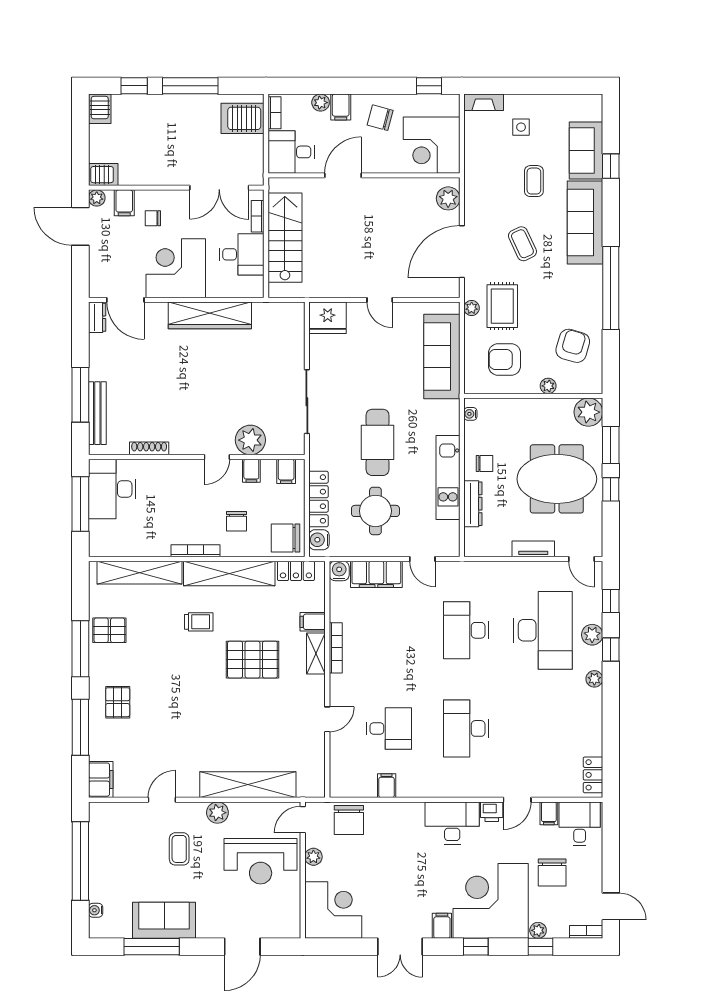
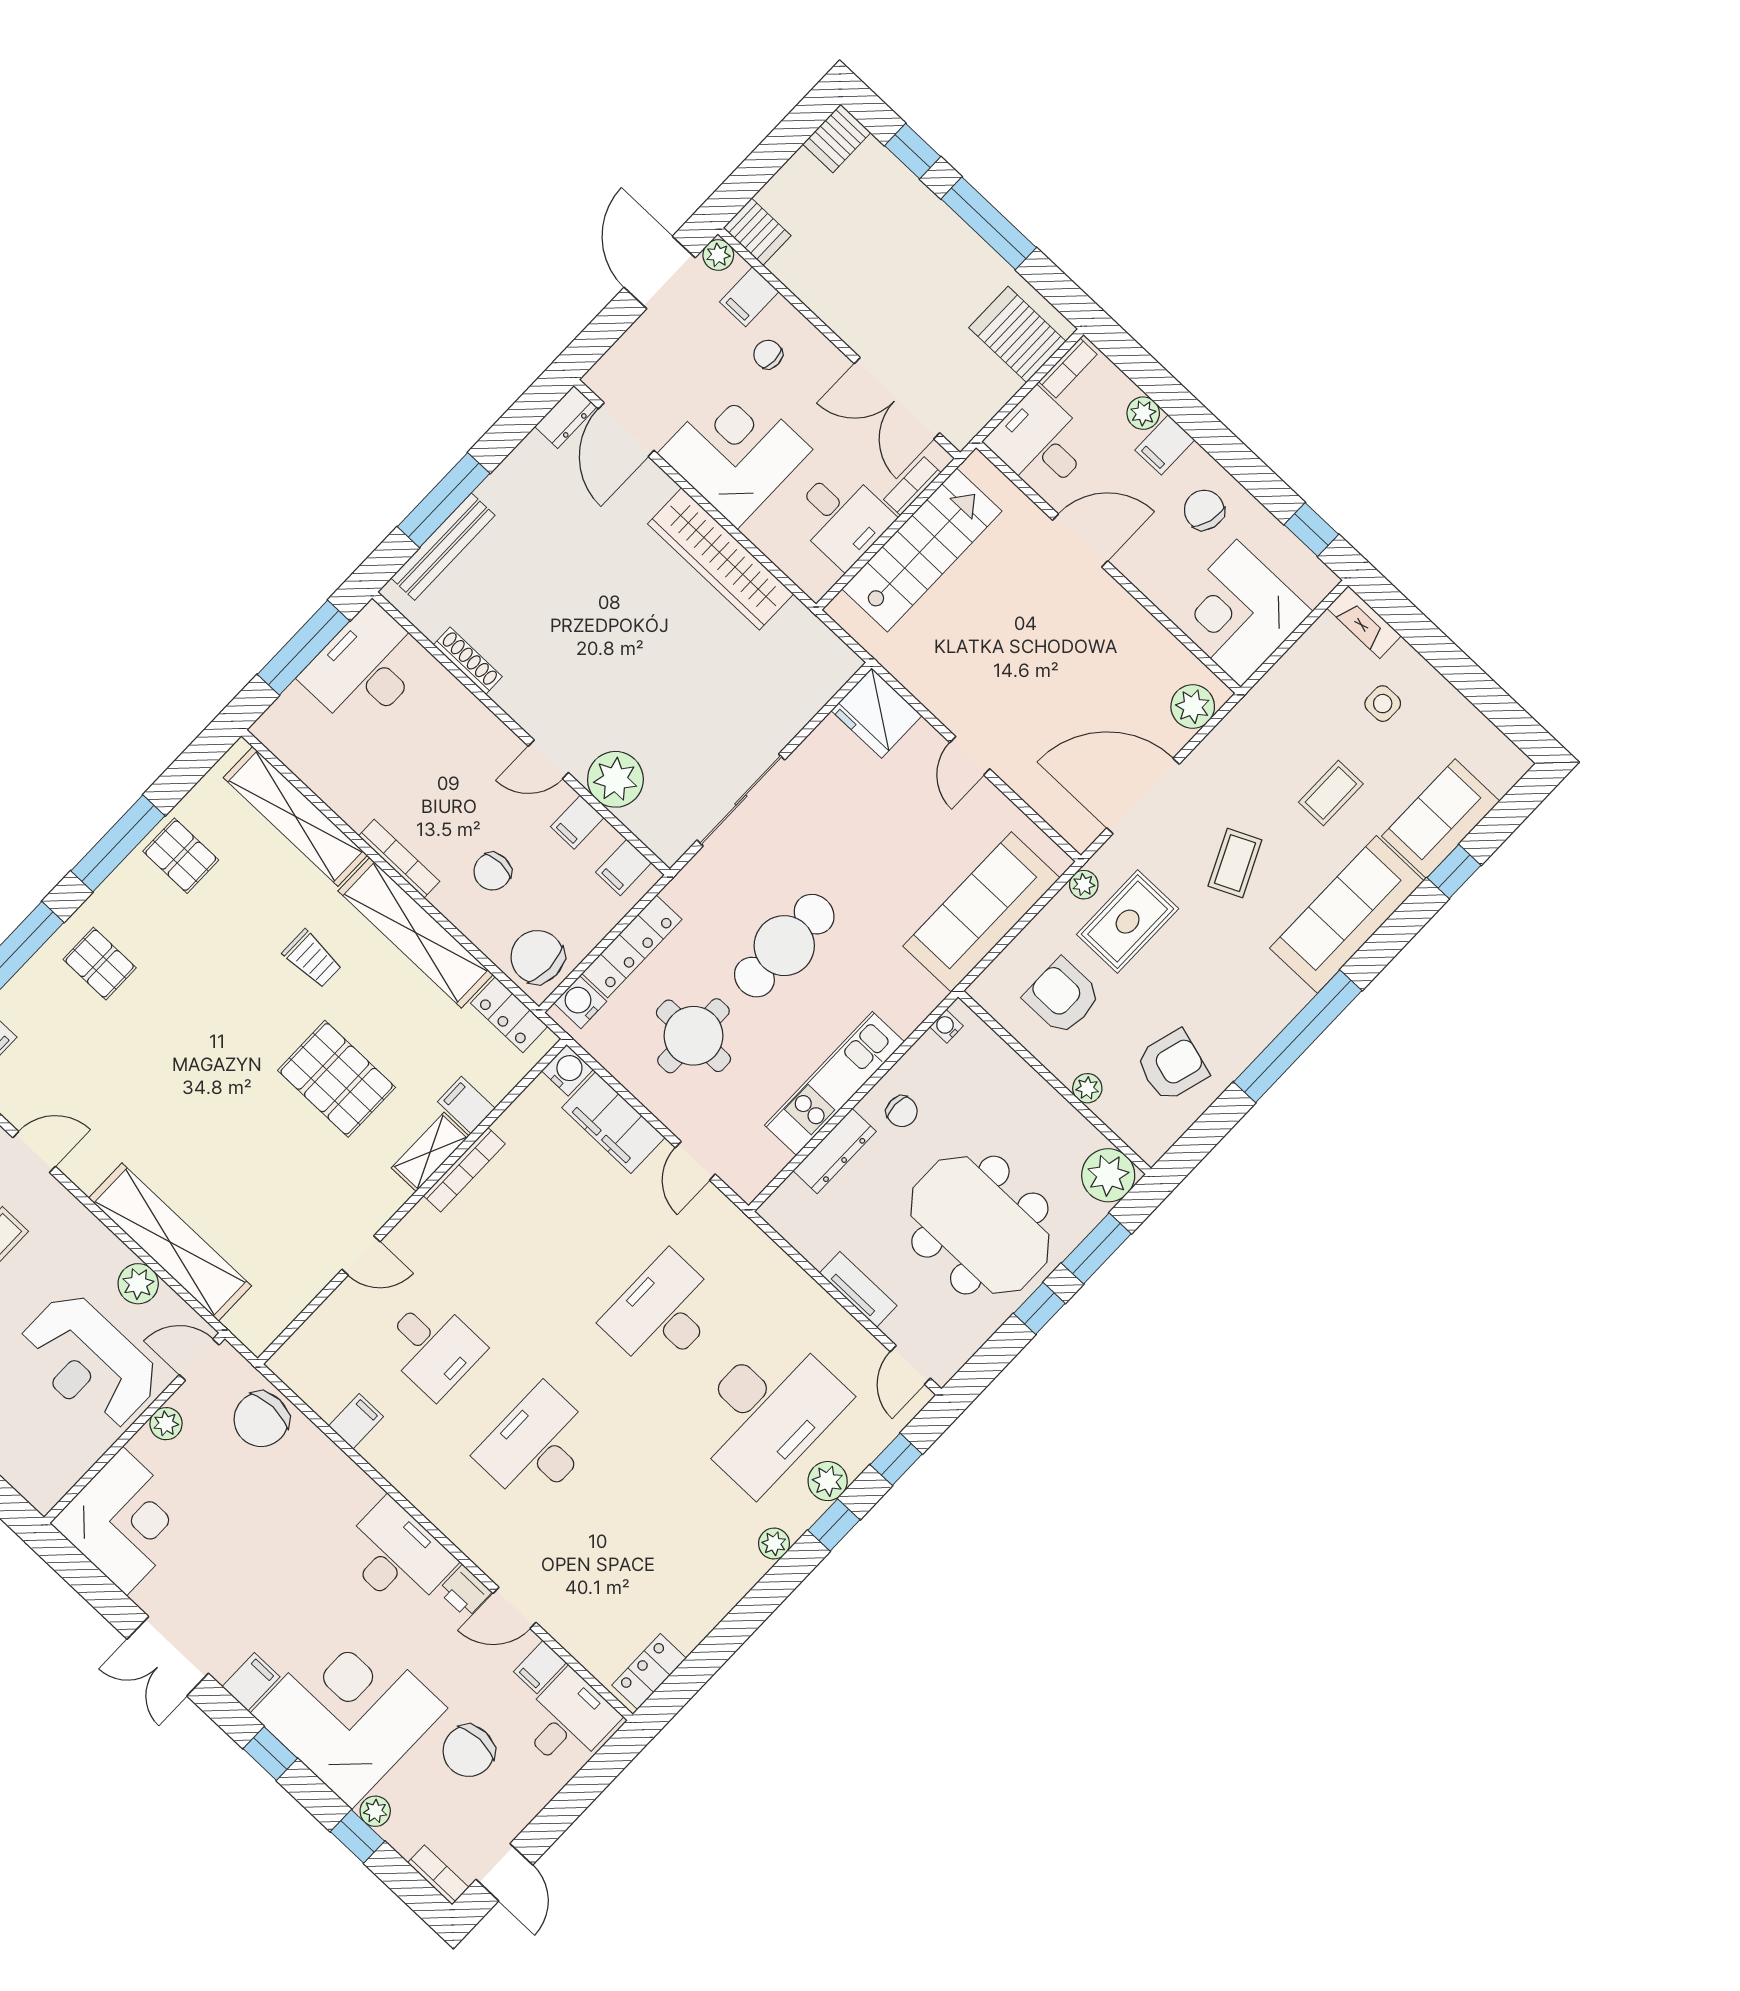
pallet: (118, 702) -> (100, 964), turned 90
plant: (217, 813) -> (138, 1284), moved

